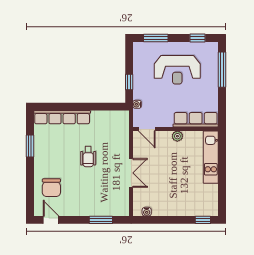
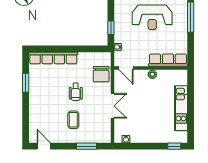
kitchen unit: (211, 157) -> (181, 108), moved
chair: (51, 188) -> (101, 74), moved
coffee table: (85, 189) -> (73, 120), added

